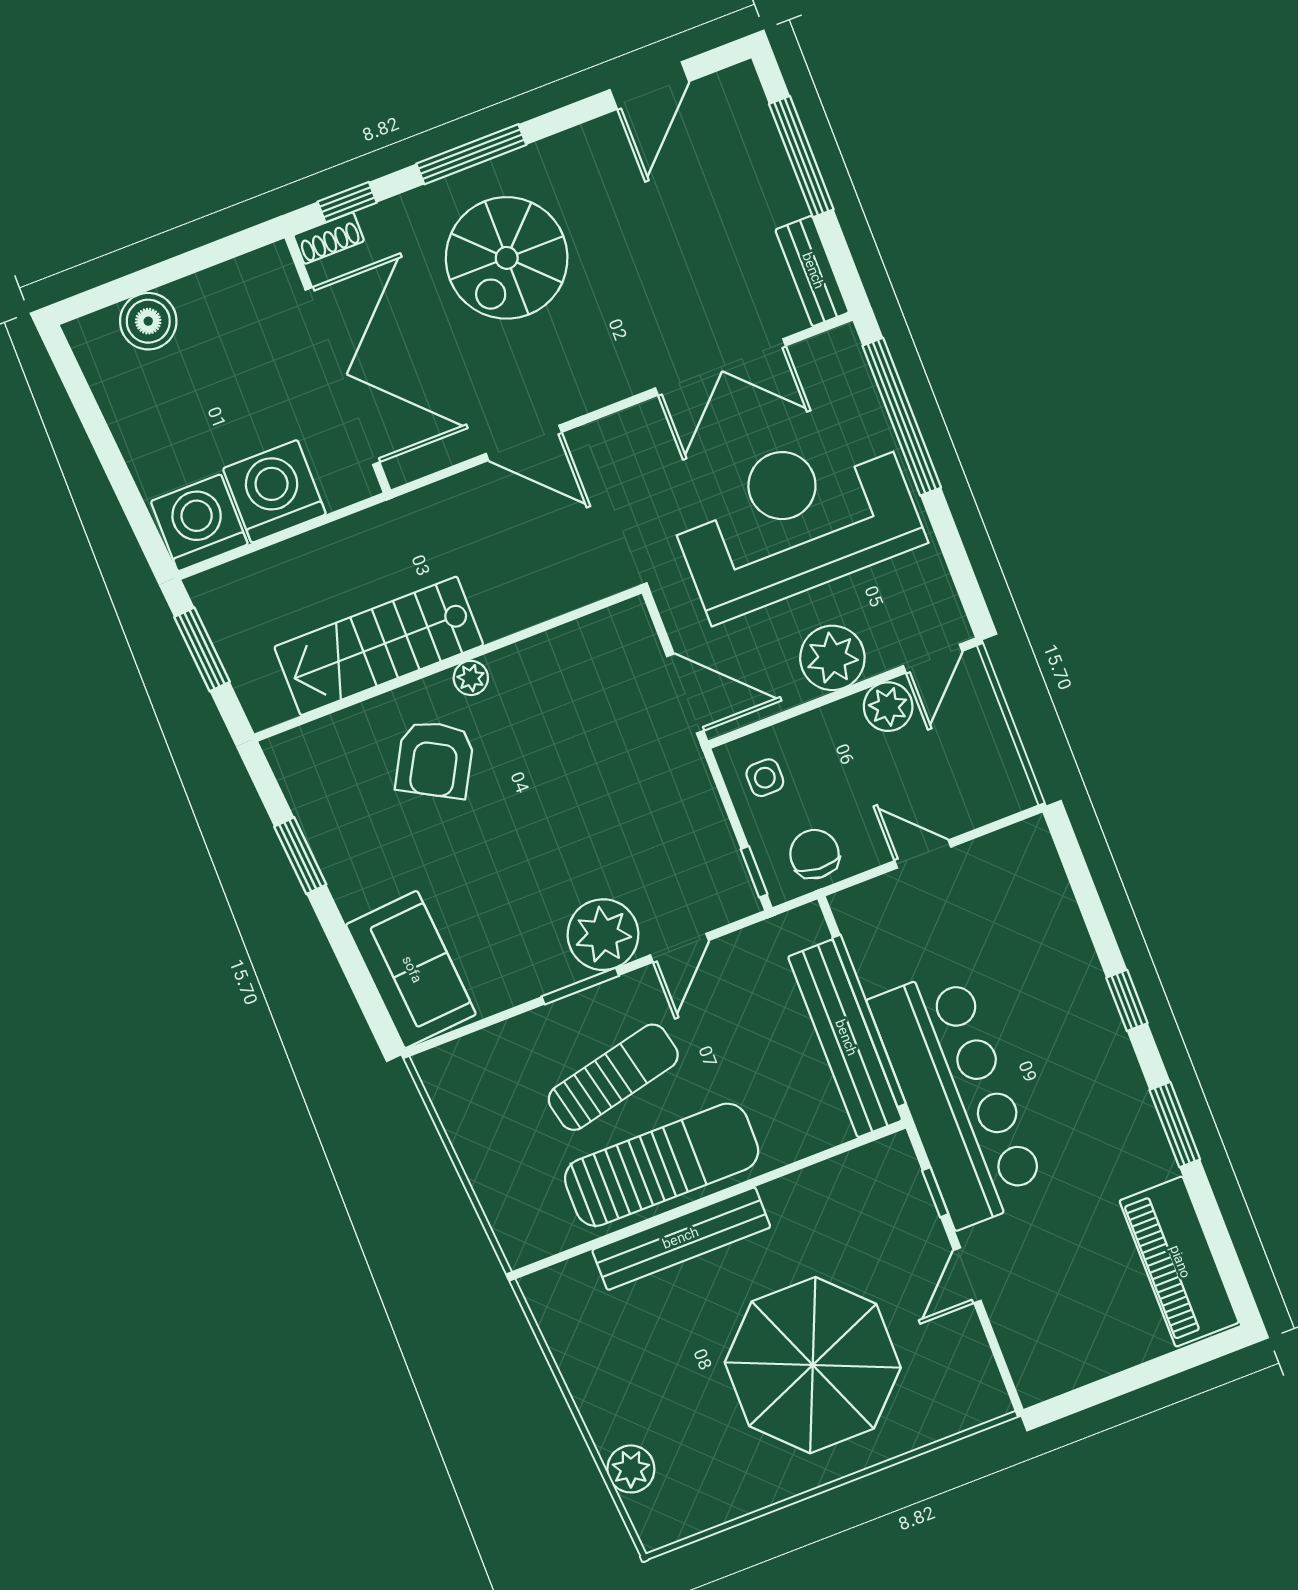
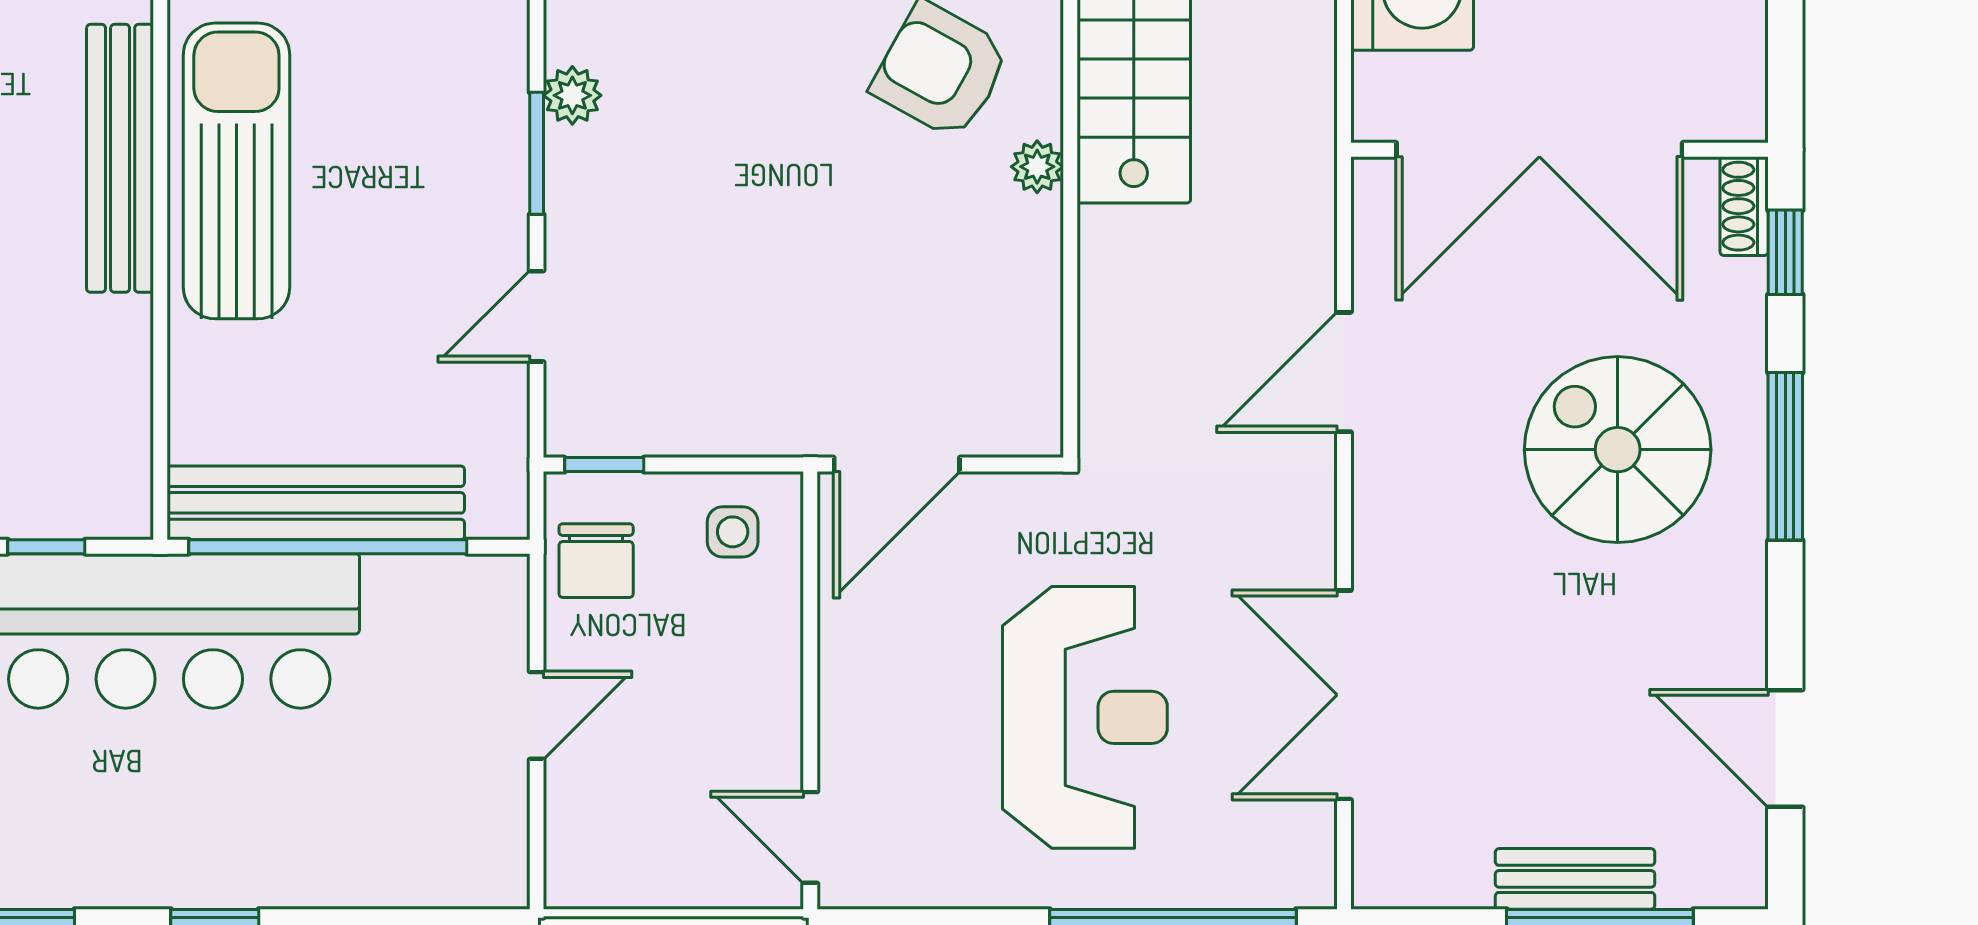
bench: (812, 271) -> (1575, 879), moved
reception desk: (795, 519) -> (1085, 717), width x0.74, depth x0.77
plant: (832, 658) -> (867, 694), removed
plant: (888, 707) -> (766, 747), removed
chair: (814, 854) -> (596, 561), turned 86
plant: (603, 935) -> (572, 95), moved, width x0.53, depth x0.53
door: (680, 948) -> (537, 316), hinge flipped
sun lounger: (613, 1077) -> (388, 150), removed
sun lounger: (662, 1165) -> (236, 171), turned 180

